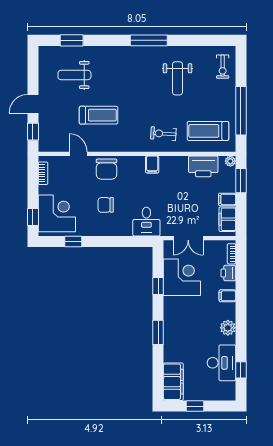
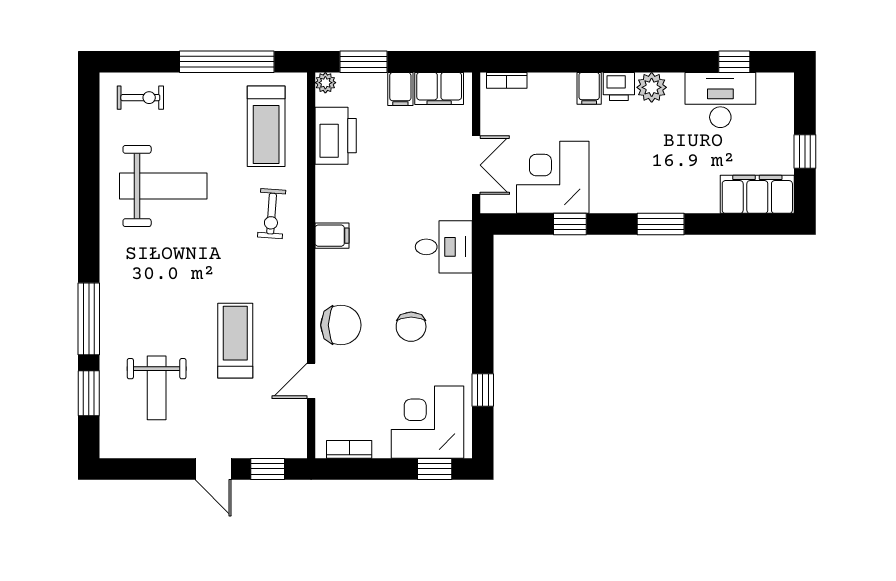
window: (149, 40) -> (89, 319), moved
weight bench: (177, 78) -> (163, 186), width x1.36, depth x1.33
printer: (228, 273) -> (619, 86), moved

